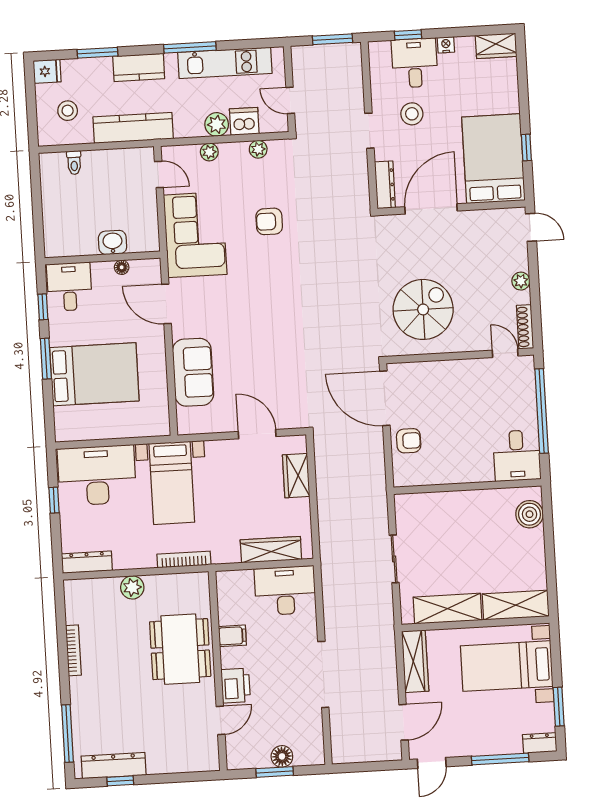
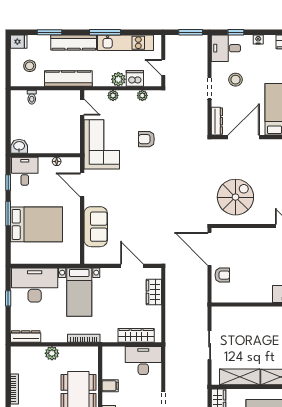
desk: (415, 63) -> (226, 48), moved, turned -90
kitchen counter: (139, 67) -> (74, 42), width x1.50
washbasin: (113, 242) -> (19, 146), moved

